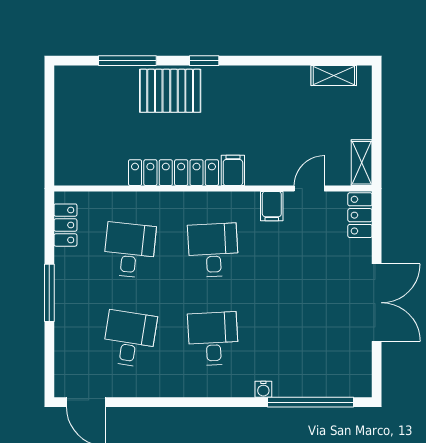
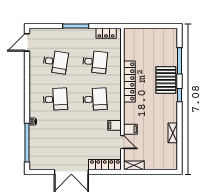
shelving: (334, 75) -> (173, 133), moved
filing cabinet: (233, 170) -> (130, 129), moved
locker: (360, 215) -> (105, 165), width x1.53

